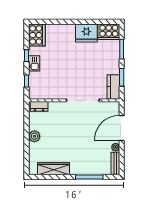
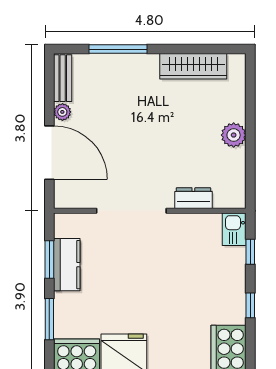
kitchen sink: (34, 63) -> (234, 229), moved
kitchen counter: (113, 87) -> (67, 265), moved
dresser: (39, 106) -> (193, 198), moved
door: (122, 128) -> (49, 153), hinge flipped

